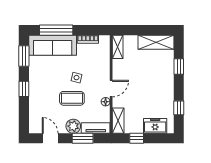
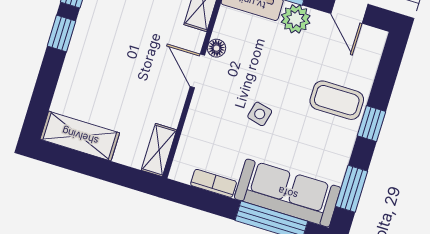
window: (179, 67) -> (62, 33), moved
door: (111, 89) -> (197, 71), hinge flipped
coffee table: (72, 98) -> (337, 100), moved

